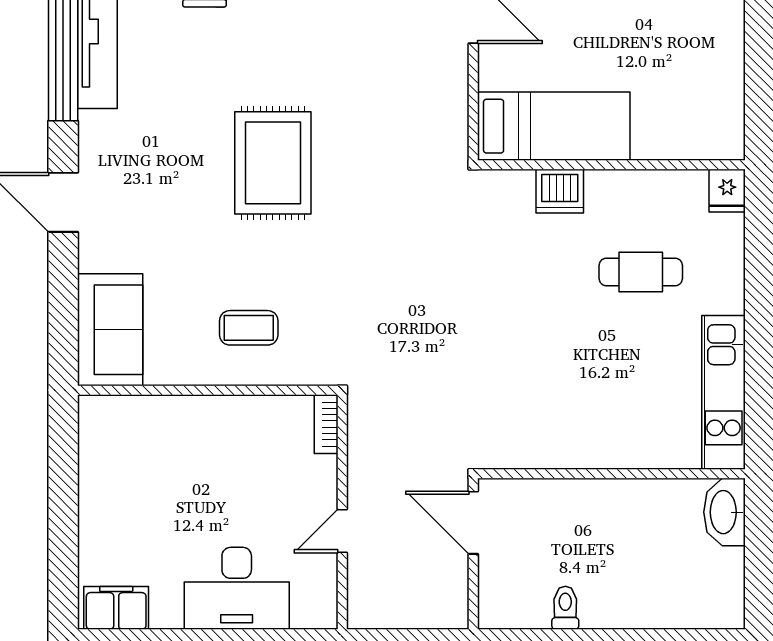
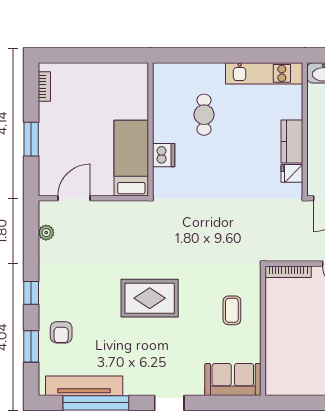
fridge: (727, 191) -> (292, 173), moved, turned 180
bookcase: (326, 424) -> (288, 272), width x1.56
kitchen counter: (587, 448) -> (292, 141), added

